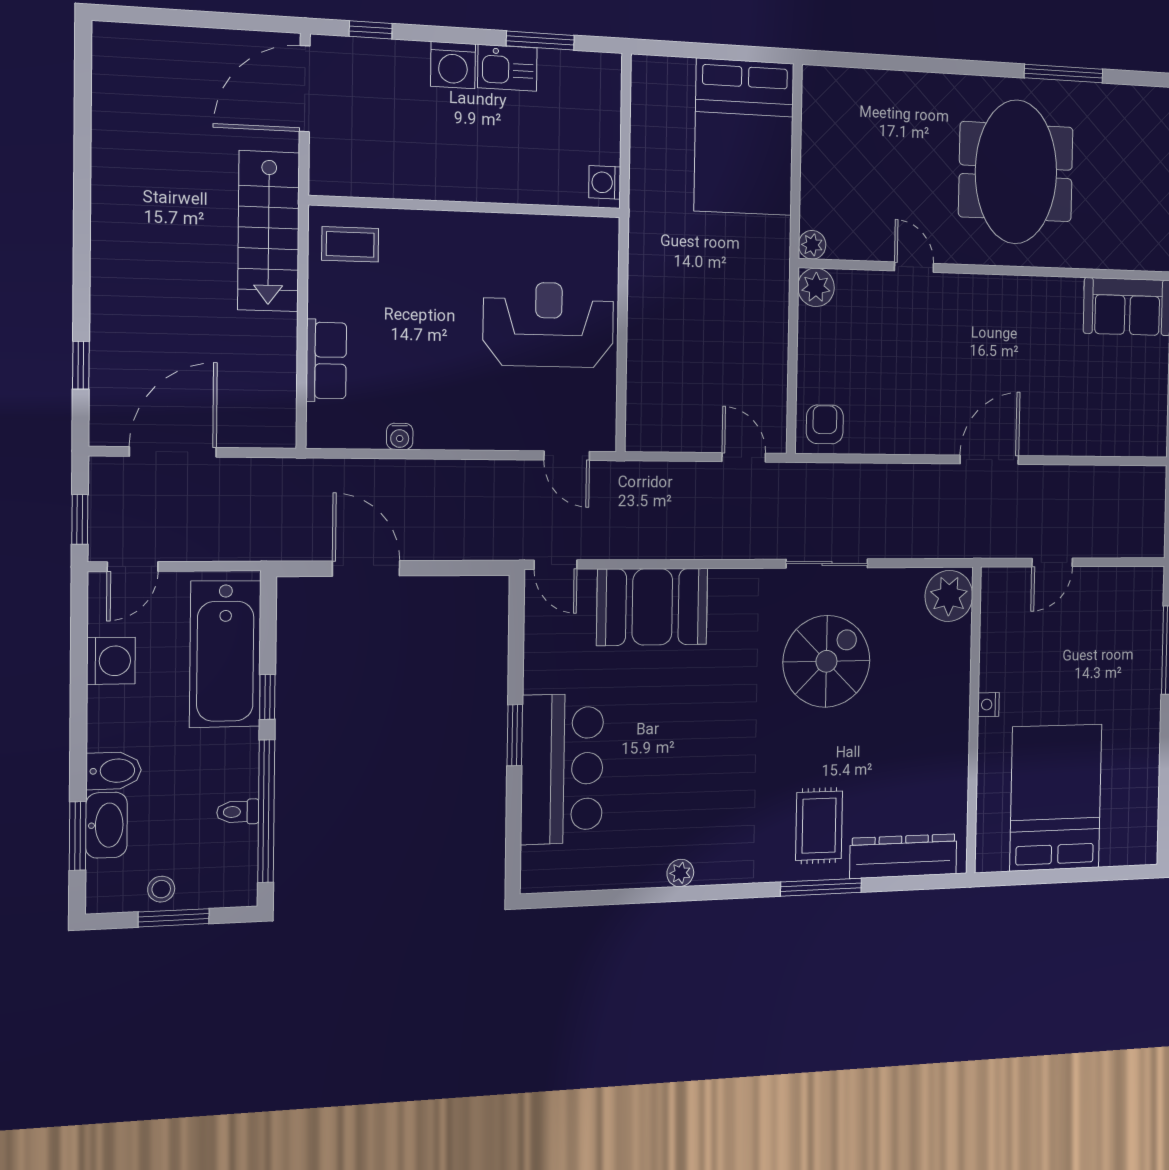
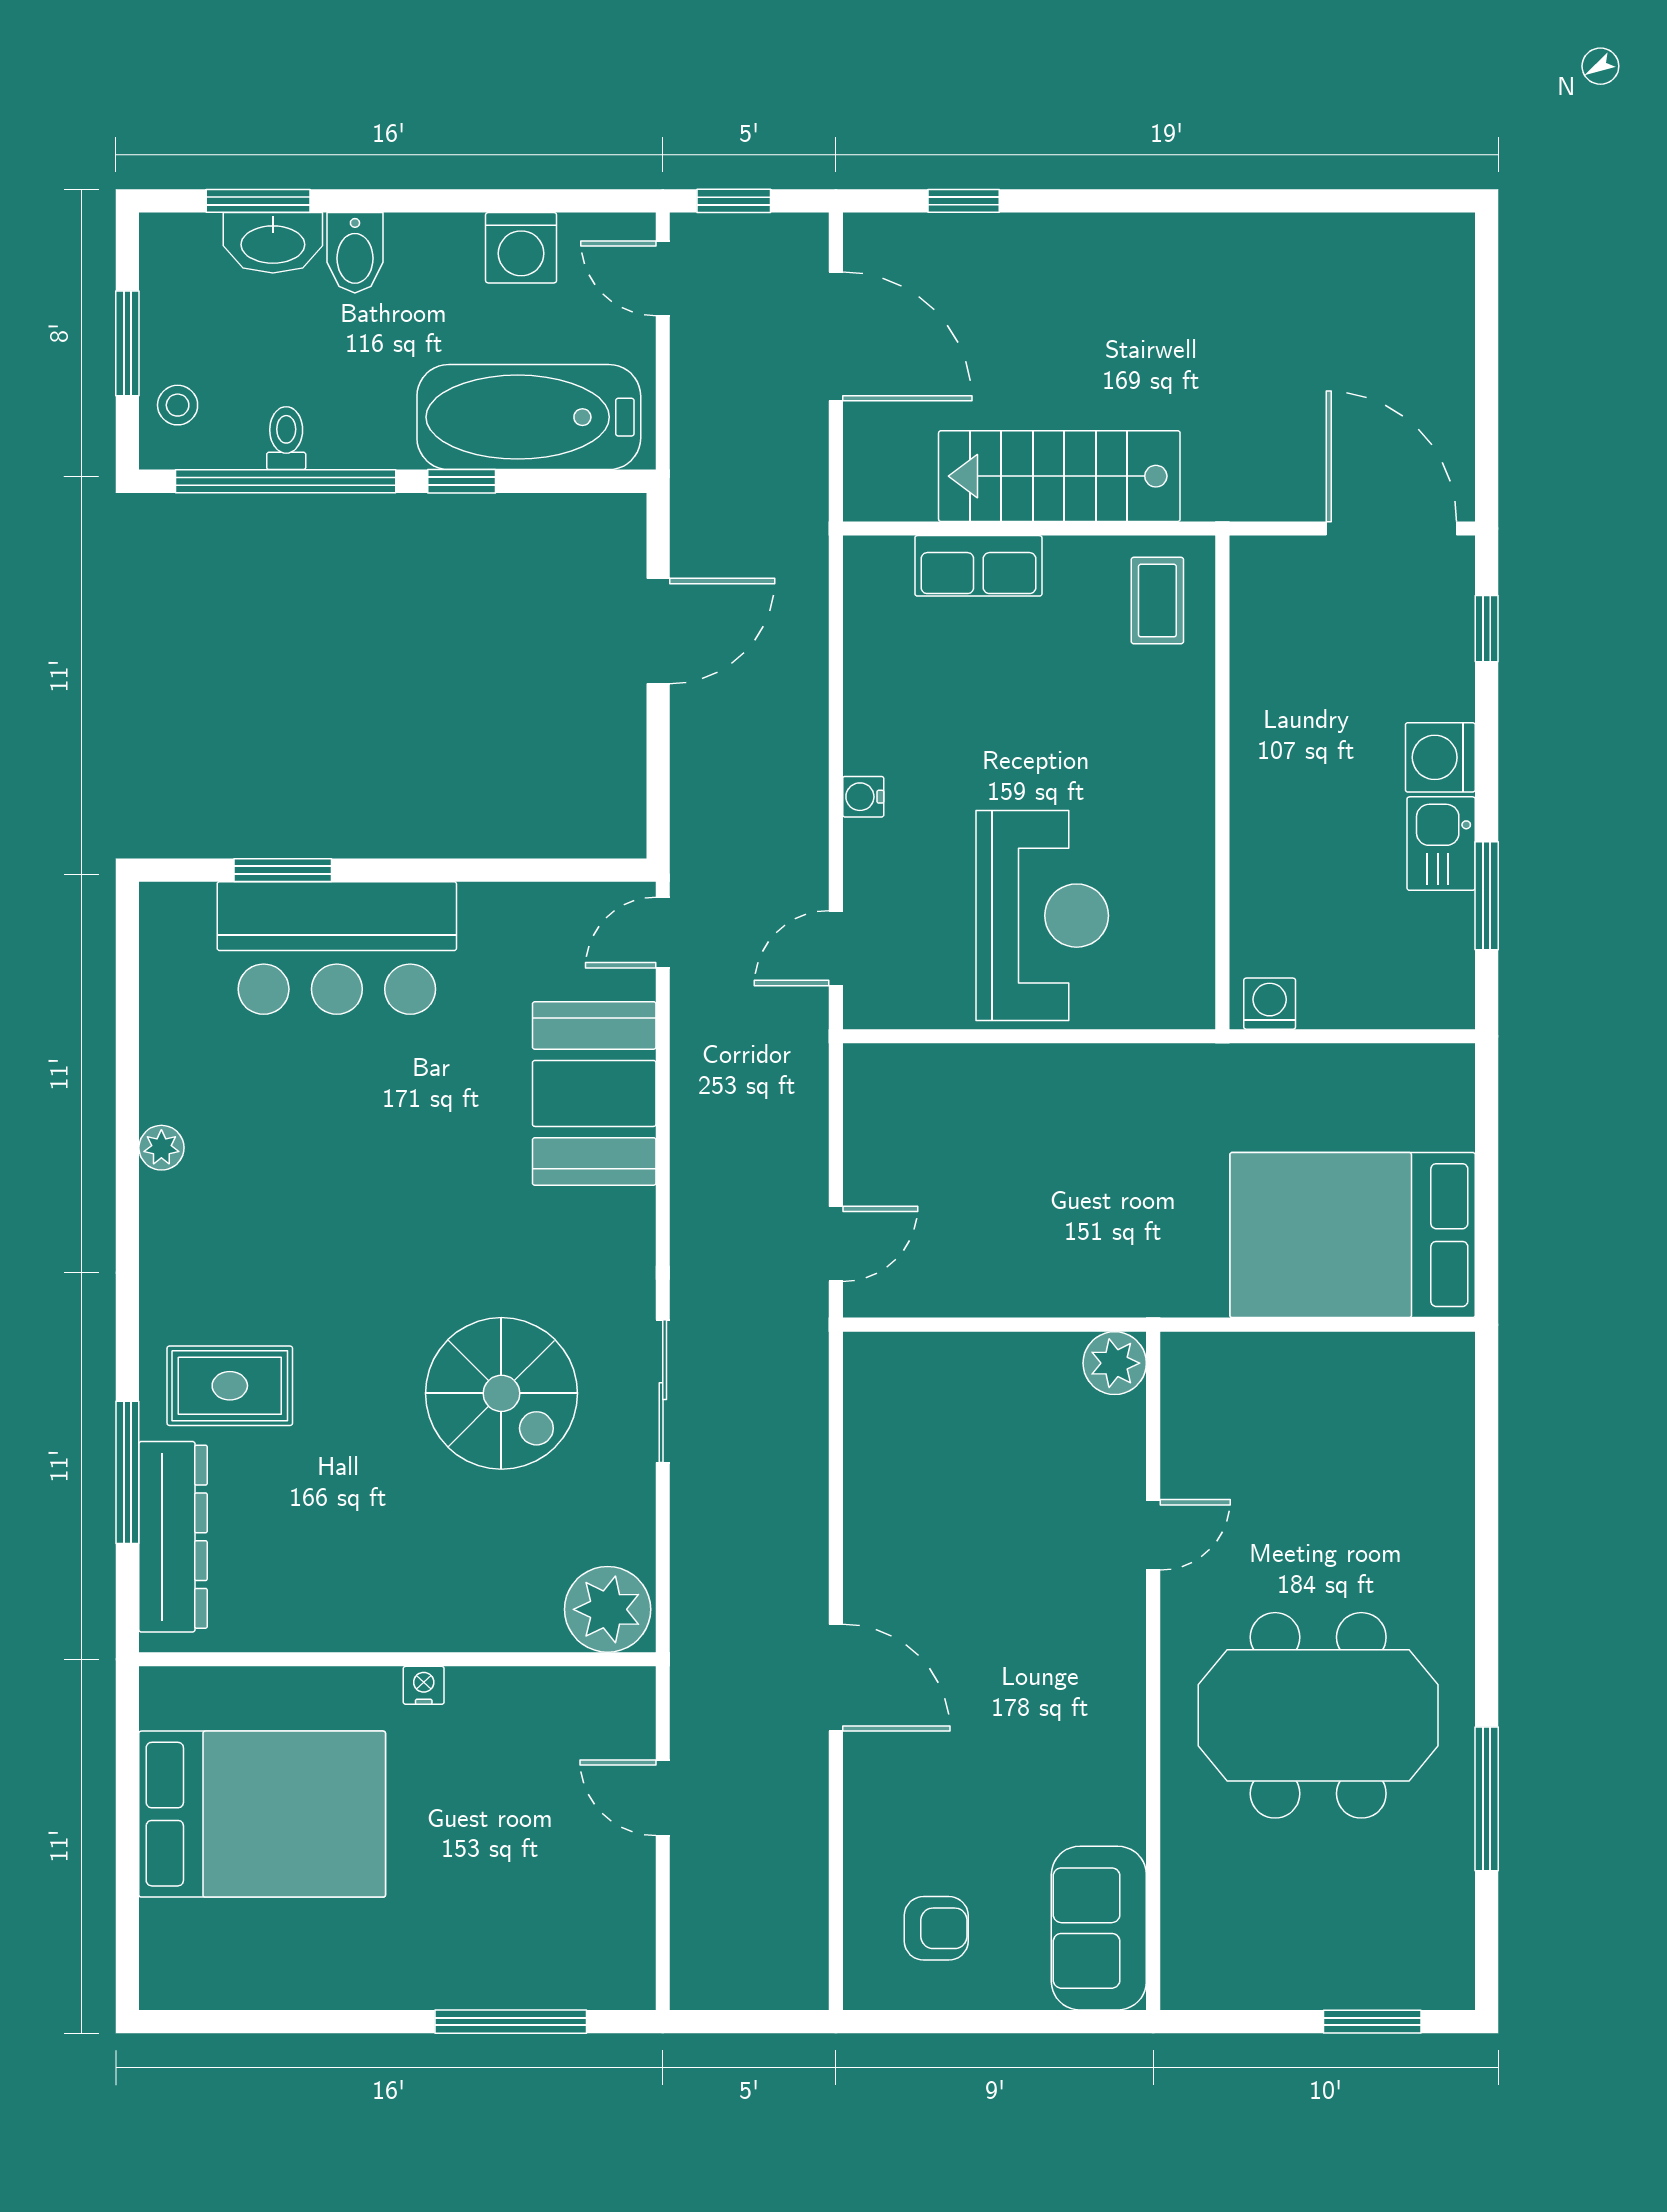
stairs: (269, 231) -> (1059, 476), moved
plant: (812, 245) -> (1184, 1355), removed
armchair: (825, 424) -> (936, 1928), moved
water cooler: (400, 436) -> (863, 797), moved
window: (515, 735) -> (283, 870), moved
window: (821, 887) -> (127, 1472), moved
stool: (161, 889) -> (178, 405), moved

